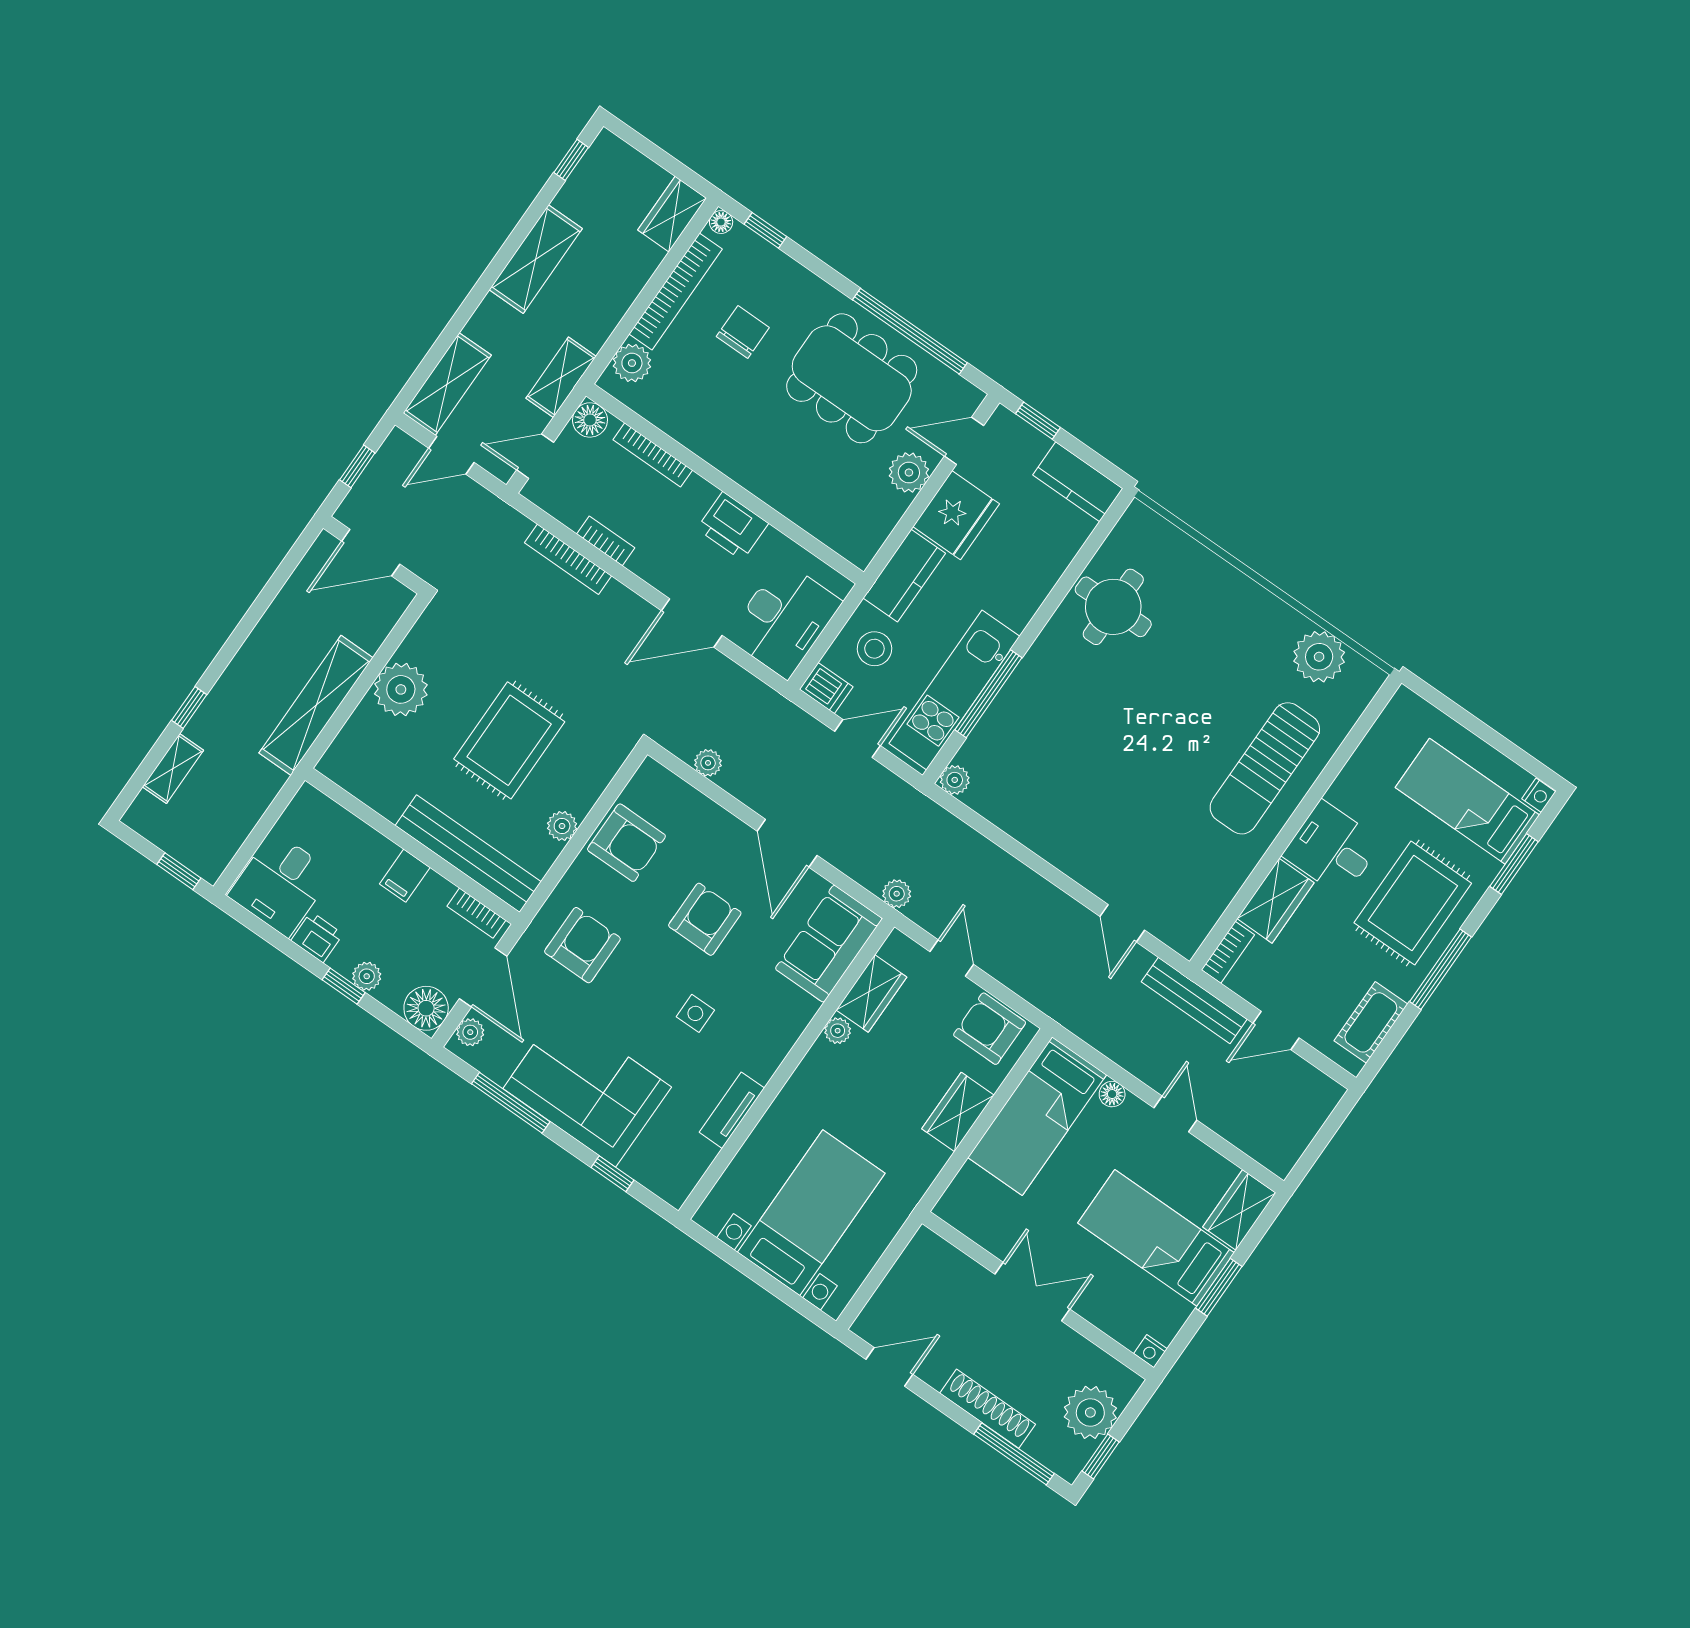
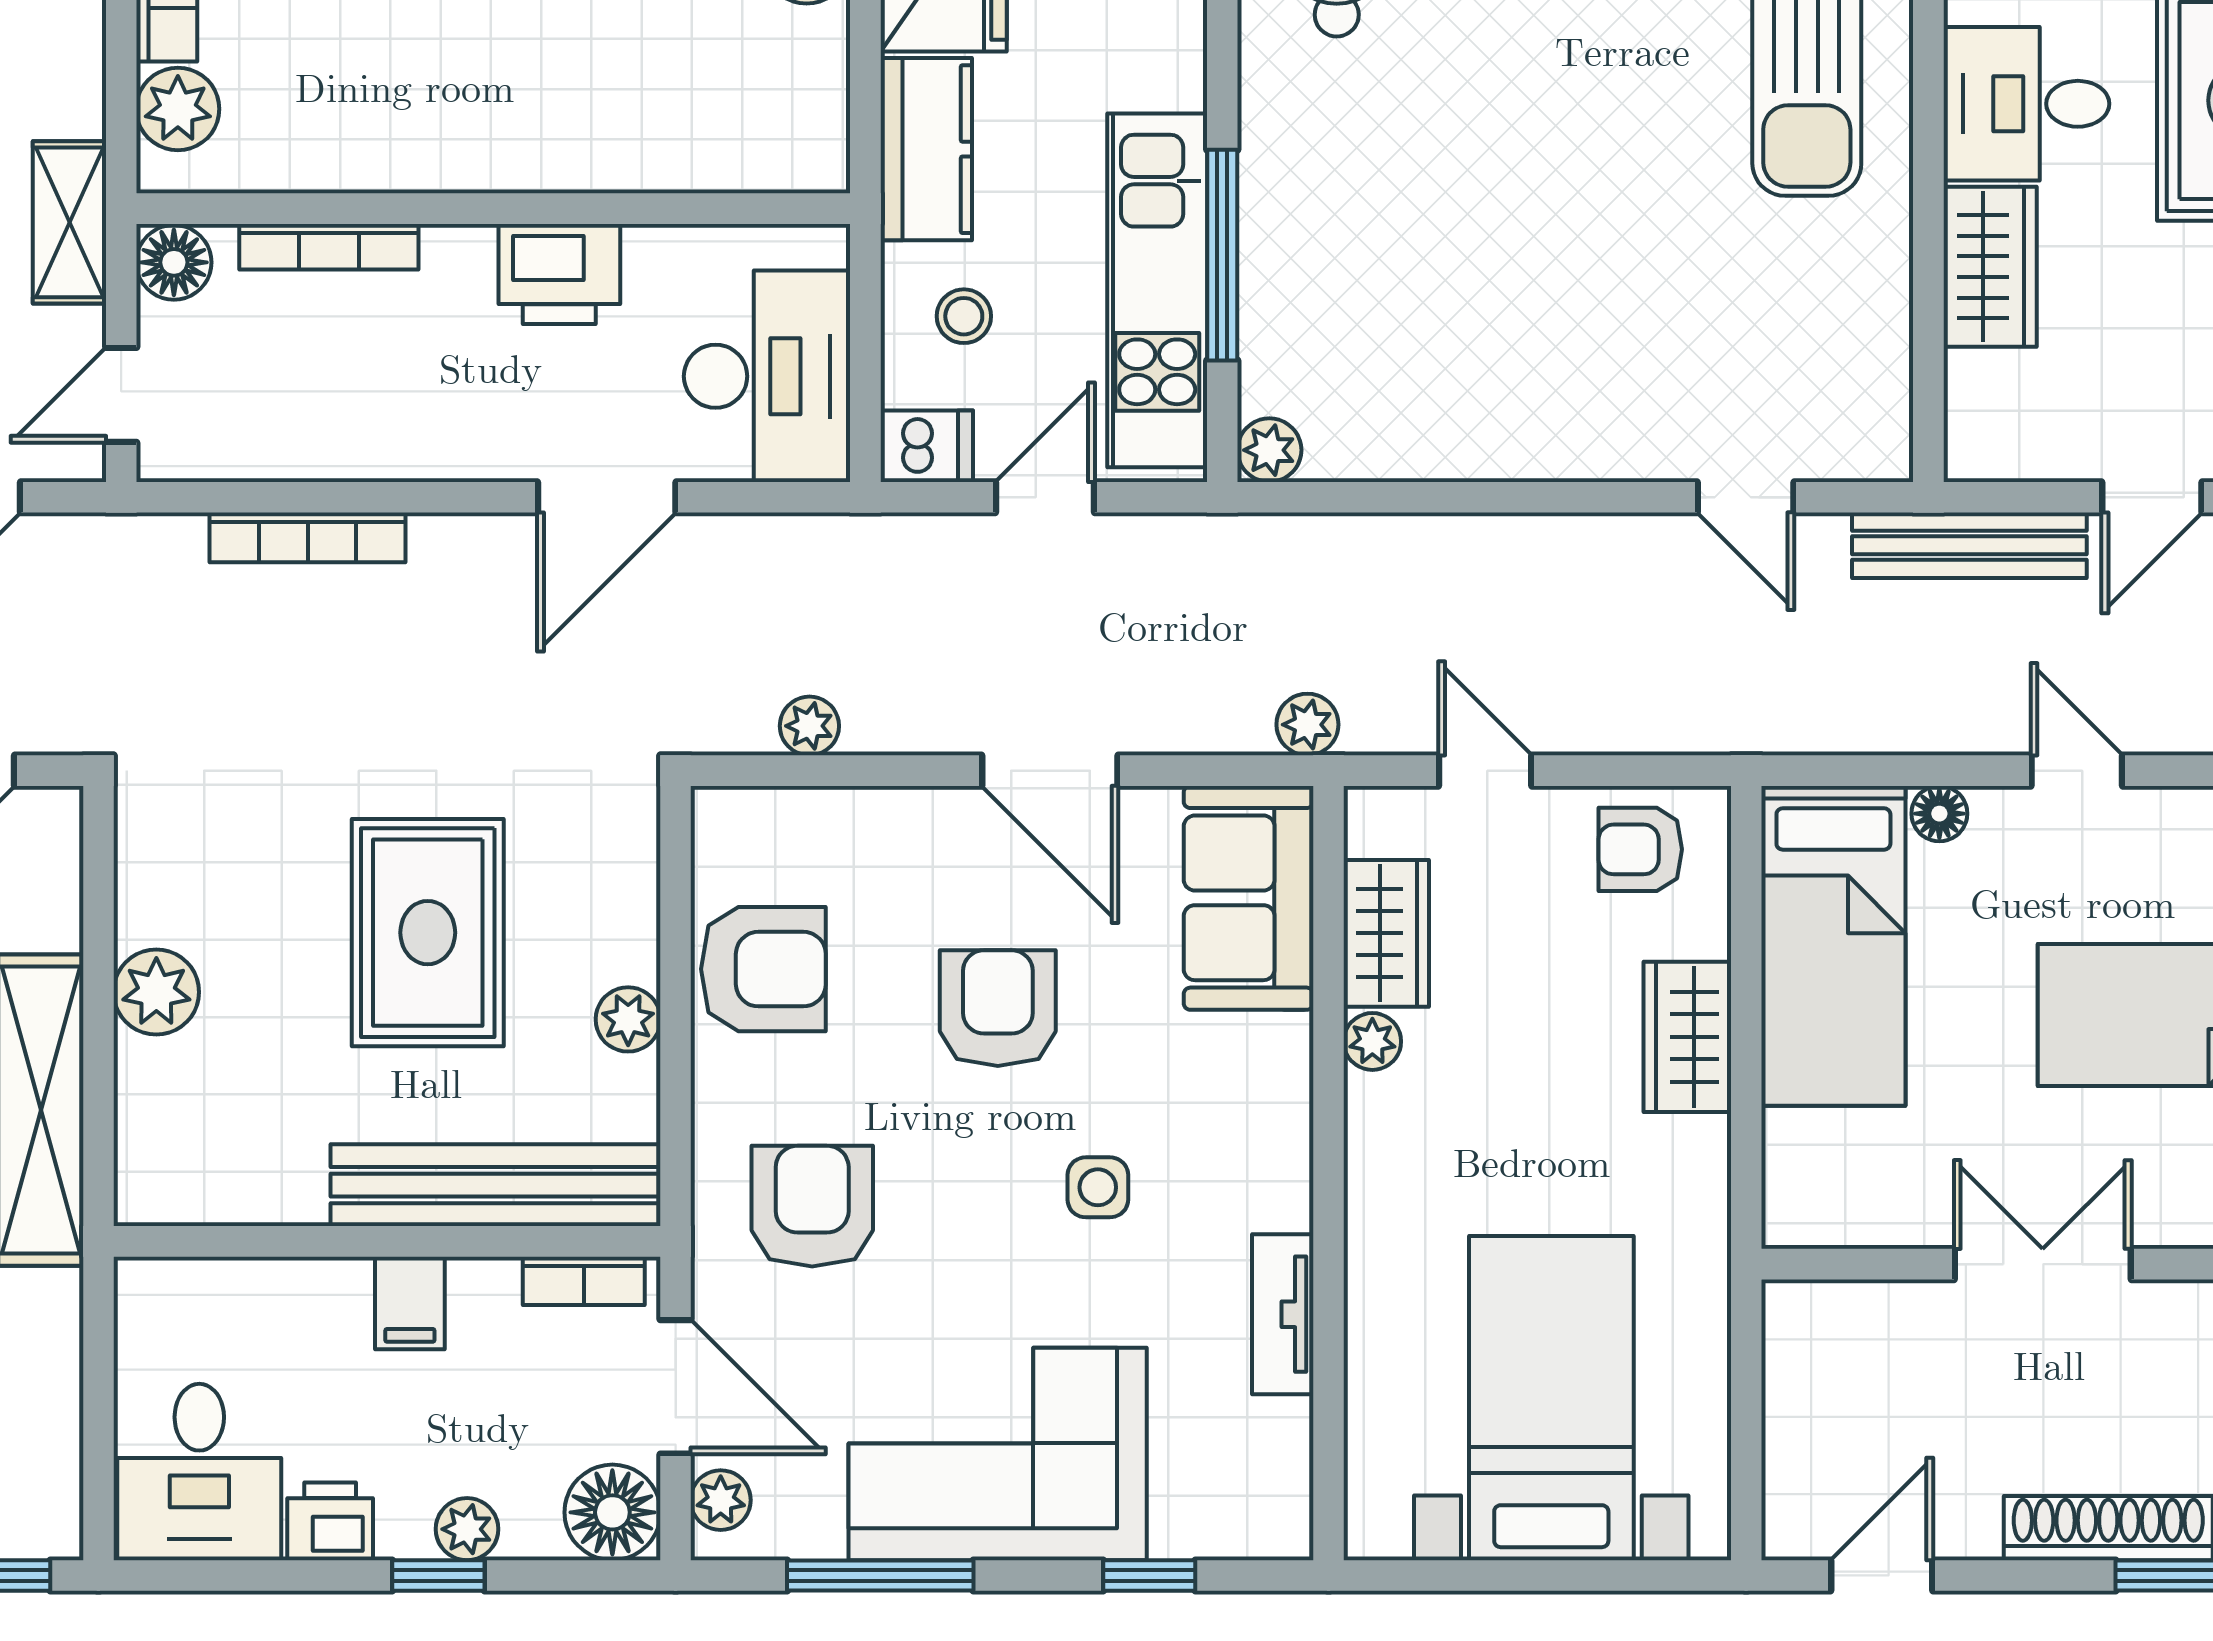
bookcase: (606, 541) -> (352, 458), removed
stool: (874, 649) -> (964, 316), width x0.73, depth x0.73
plant: (401, 689) -> (156, 992), width x0.73, depth x0.73
bookcase: (1228, 952) -> (1969, 418), removed
armchair: (990, 1029) -> (1640, 849), width x0.72, depth x0.72

